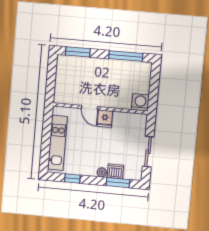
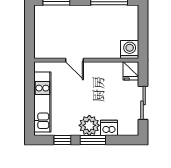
fridge: (105, 119) -> (131, 71), moved
plant: (102, 172) -> (89, 125), width x1.87, depth x1.87
window: (118, 183) -> (93, 140), moved

